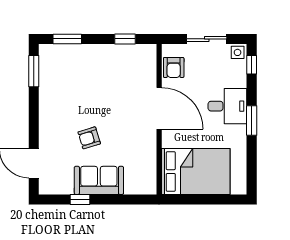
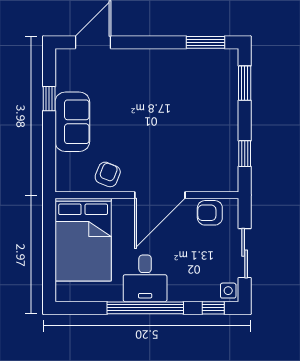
desk: (227, 106) -> (145, 278), moved
window: (252, 121) -> (145, 308), width x2.11
armchair: (89, 138) -> (108, 174), moved, turned 39

